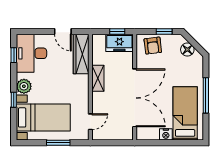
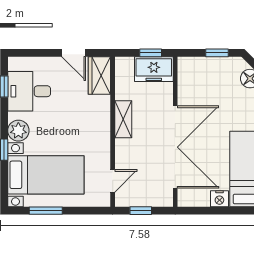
armchair: (153, 46) -> (201, 73), removed
desk: (31, 53) -> (29, 91), width x0.73
wardrobe: (81, 54) -> (99, 75), width x0.67
window: (58, 143) -> (46, 211), moved
window: (110, 143) -> (141, 211), added

